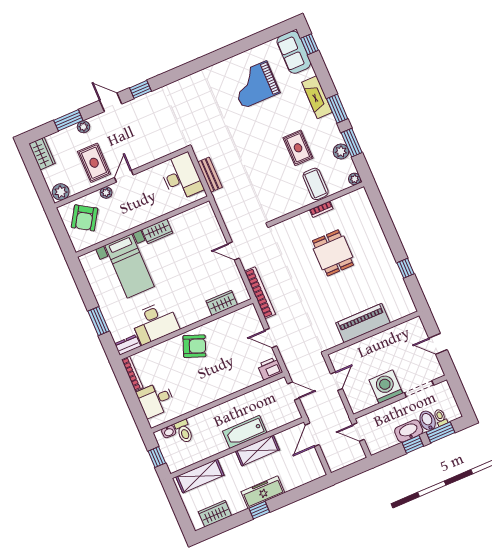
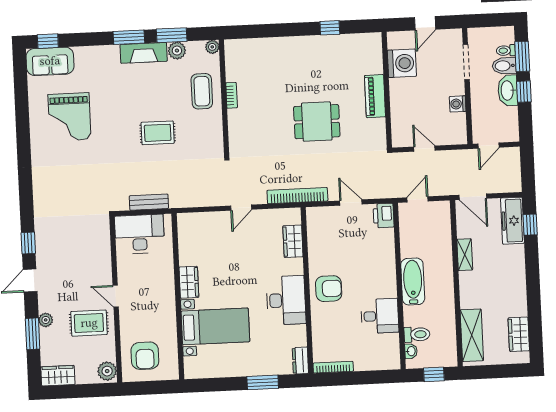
fireplace: (317, 97) -> (144, 53), moved
rug: (298, 148) -> (158, 133), moved
coffee table: (316, 184) -> (202, 91), turned 90
plant: (106, 193) -> (126, 322), removed
armchair: (85, 218) -> (145, 356), turned 58
dining table: (333, 253) -> (317, 122), moved
desk: (155, 323) -> (286, 300), moved
piano: (363, 323) -> (375, 96), width x0.73, depth x0.75
washing machine: (399, 337) -> (402, 63), added
door: (271, 338) -> (351, 203), swing flipped
armchair: (194, 346) -> (329, 289), turned 69
washing machine: (386, 387) -> (458, 104), width x0.53, depth x0.53
desk: (156, 400) -> (380, 316), moved, turned -90
bathtub: (245, 432) -> (413, 282), moved, turned 180
shelving: (257, 450) -> (465, 255), width x0.67, depth x0.75
freezer: (263, 492) -> (512, 221), moved
window: (259, 510) -> (530, 225), moved

